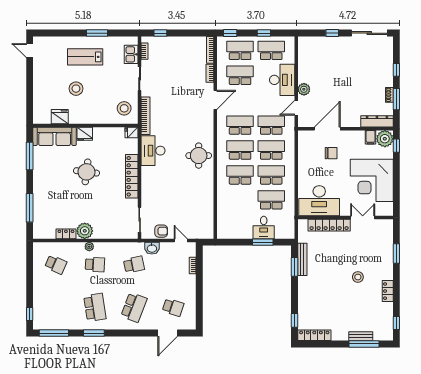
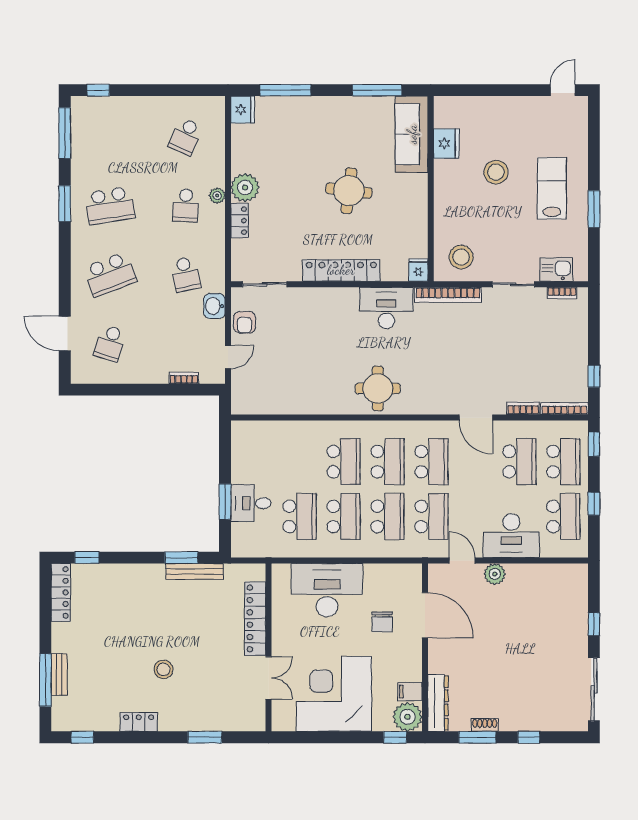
window: (160, 33) -> (594, 376), moved
fridge: (85, 134) -> (242, 110), moved, turned 180
desk: (319, 201) -> (327, 590), moved, turned 90
locker: (66, 234) -> (240, 221), moved
school desk: (134, 307) -> (110, 274), turned -42

